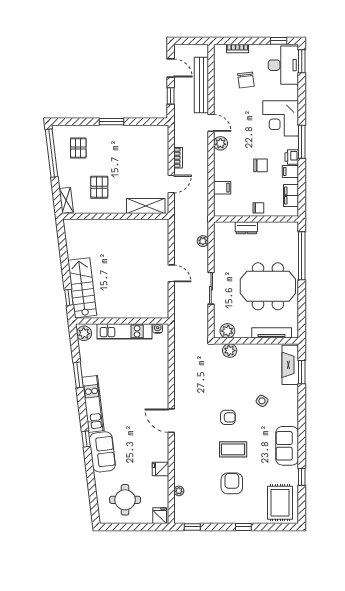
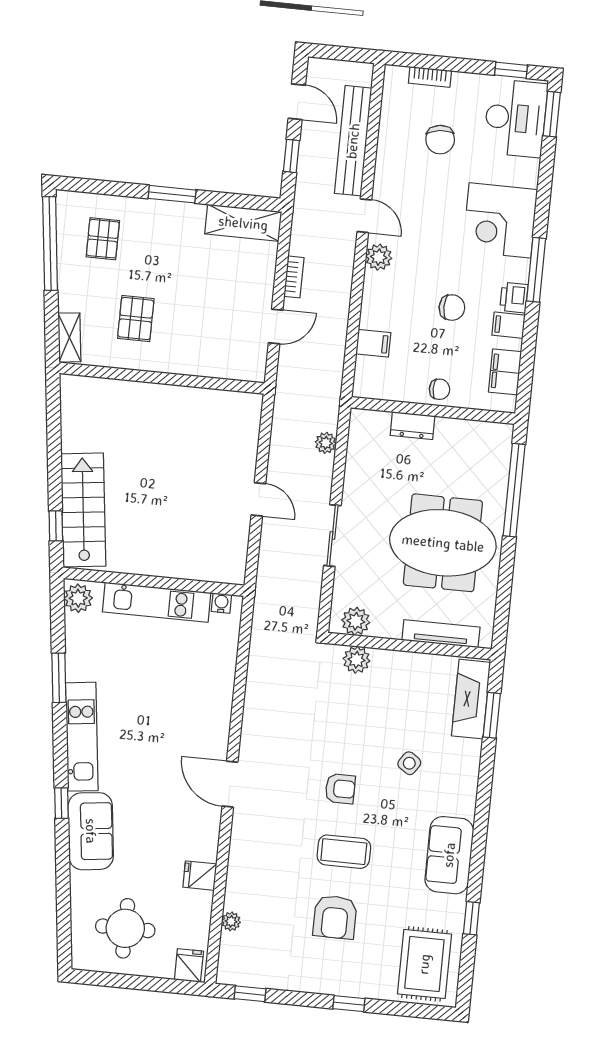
shelving: (146, 206) -> (243, 223), moved
armchair: (232, 483) -> (335, 917), turned 180

